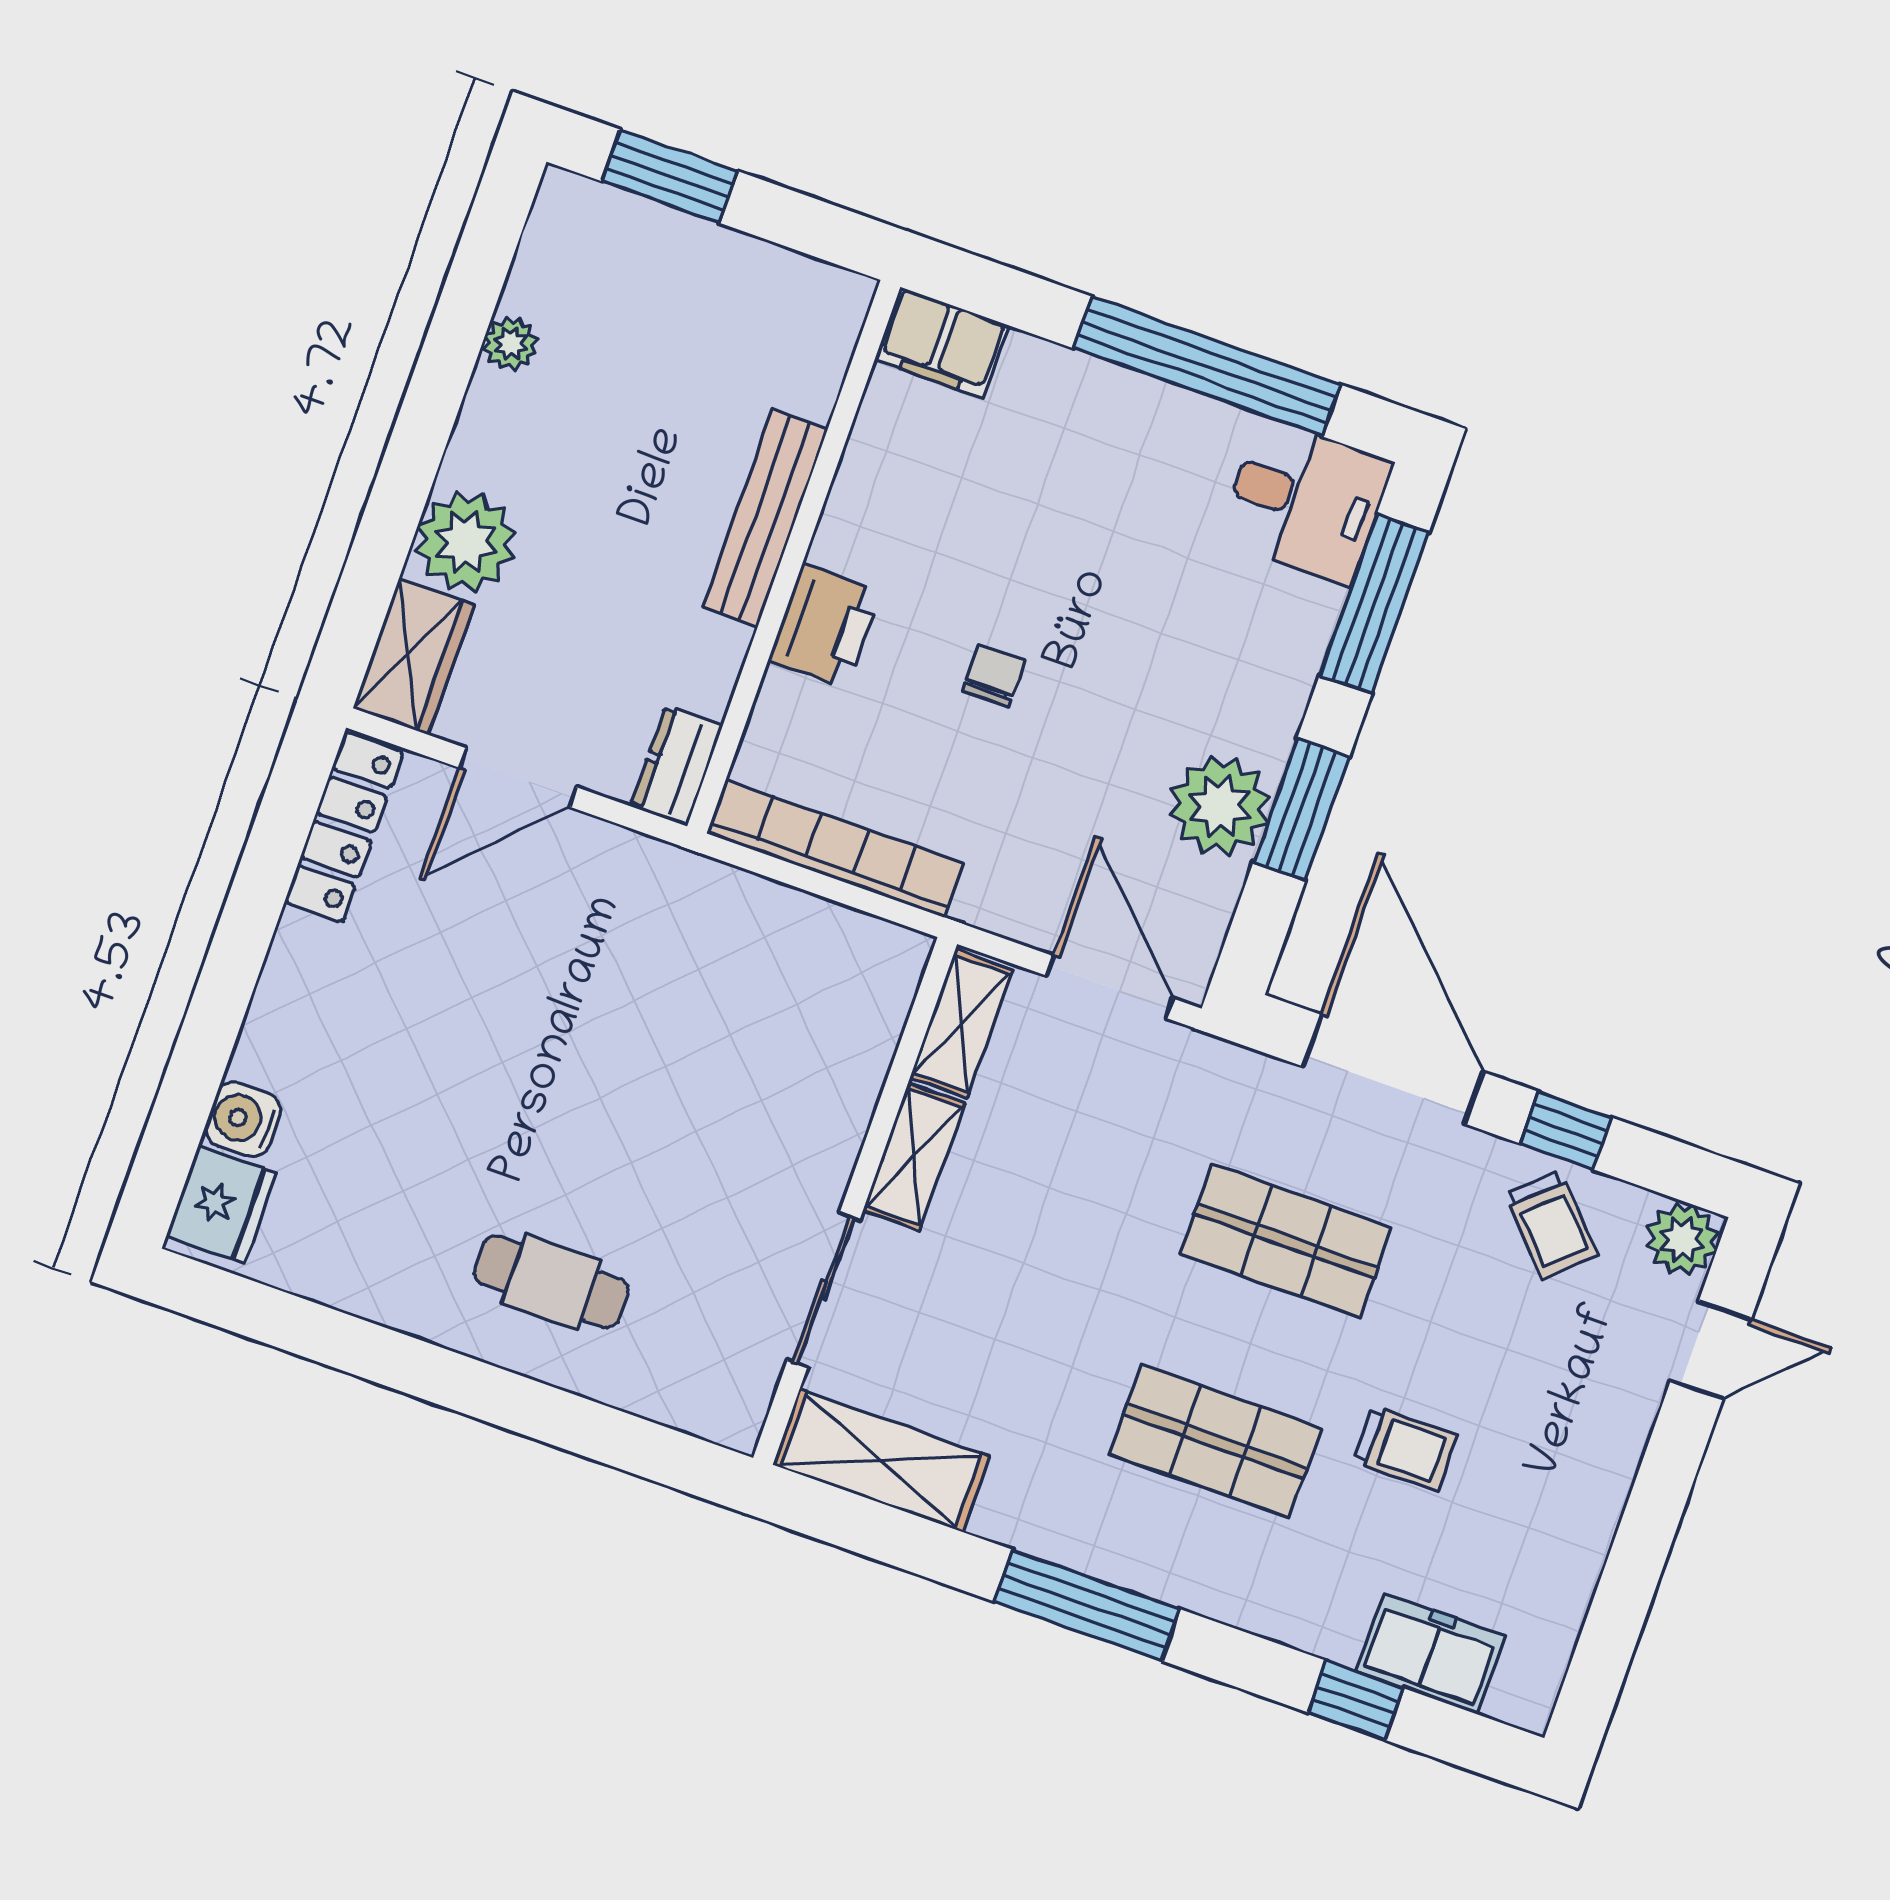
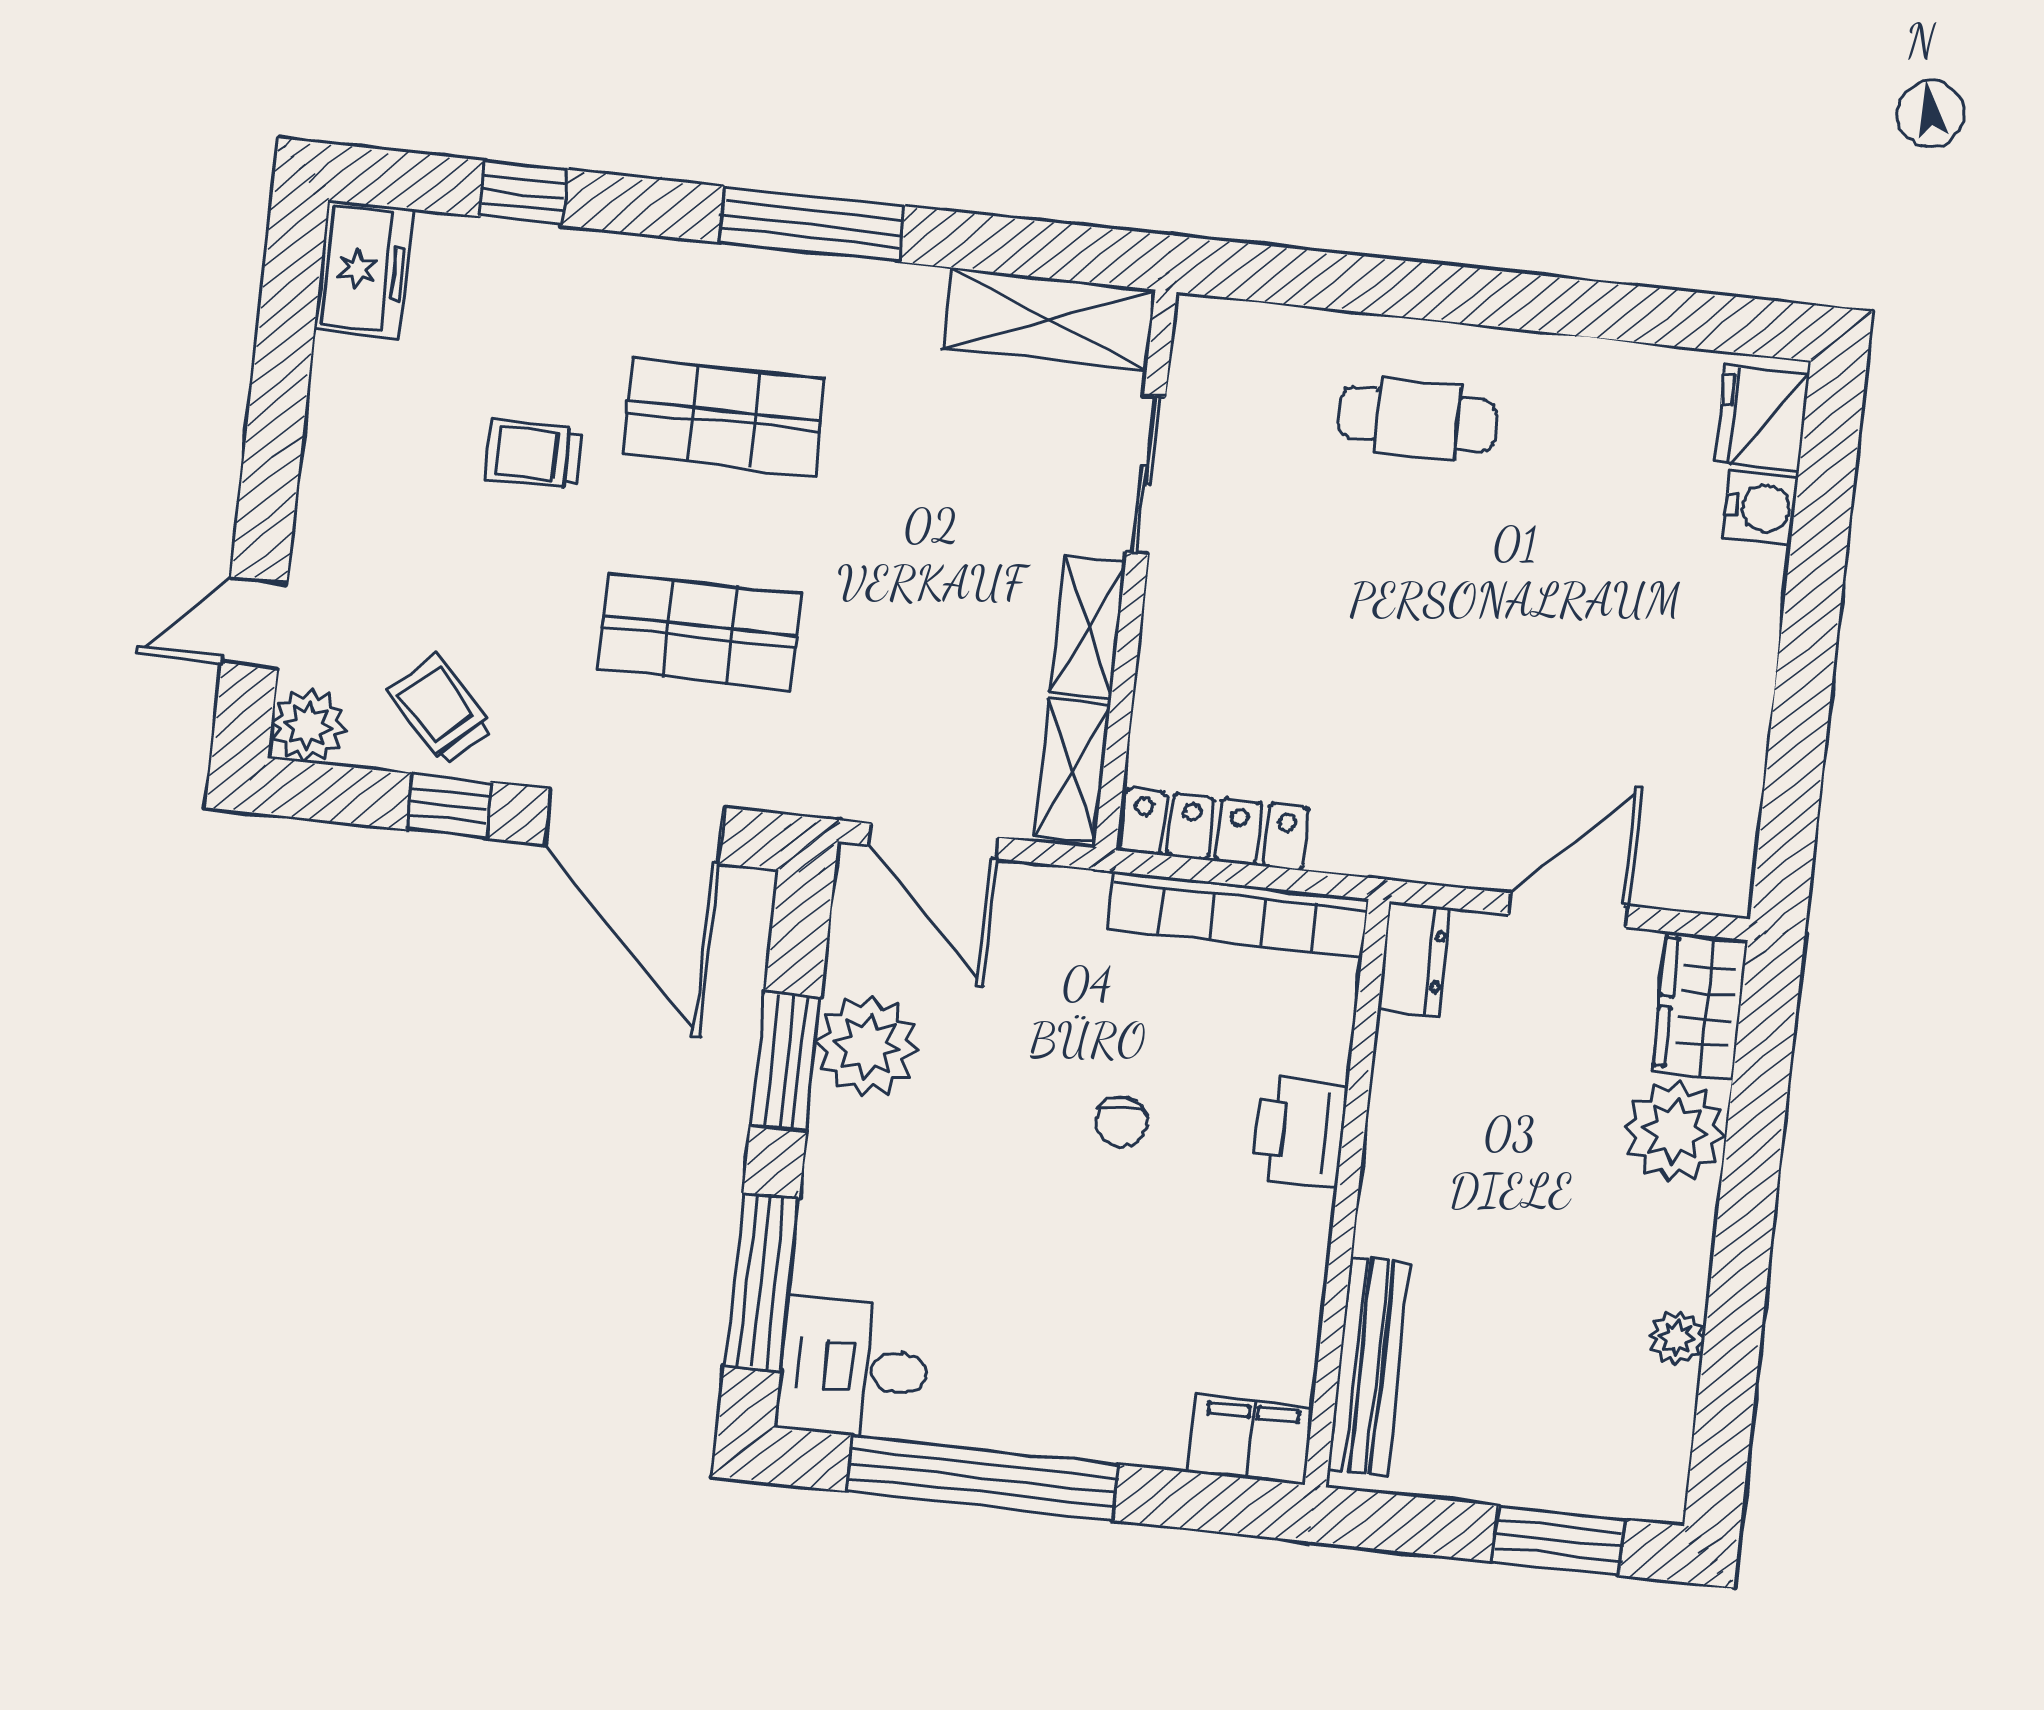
bench: (765, 518) -> (1369, 1366), moved
locker: (344, 827) -> (1215, 829), moved, turned 90
freezer: (1430, 1653) -> (363, 269), moved, turned -90

